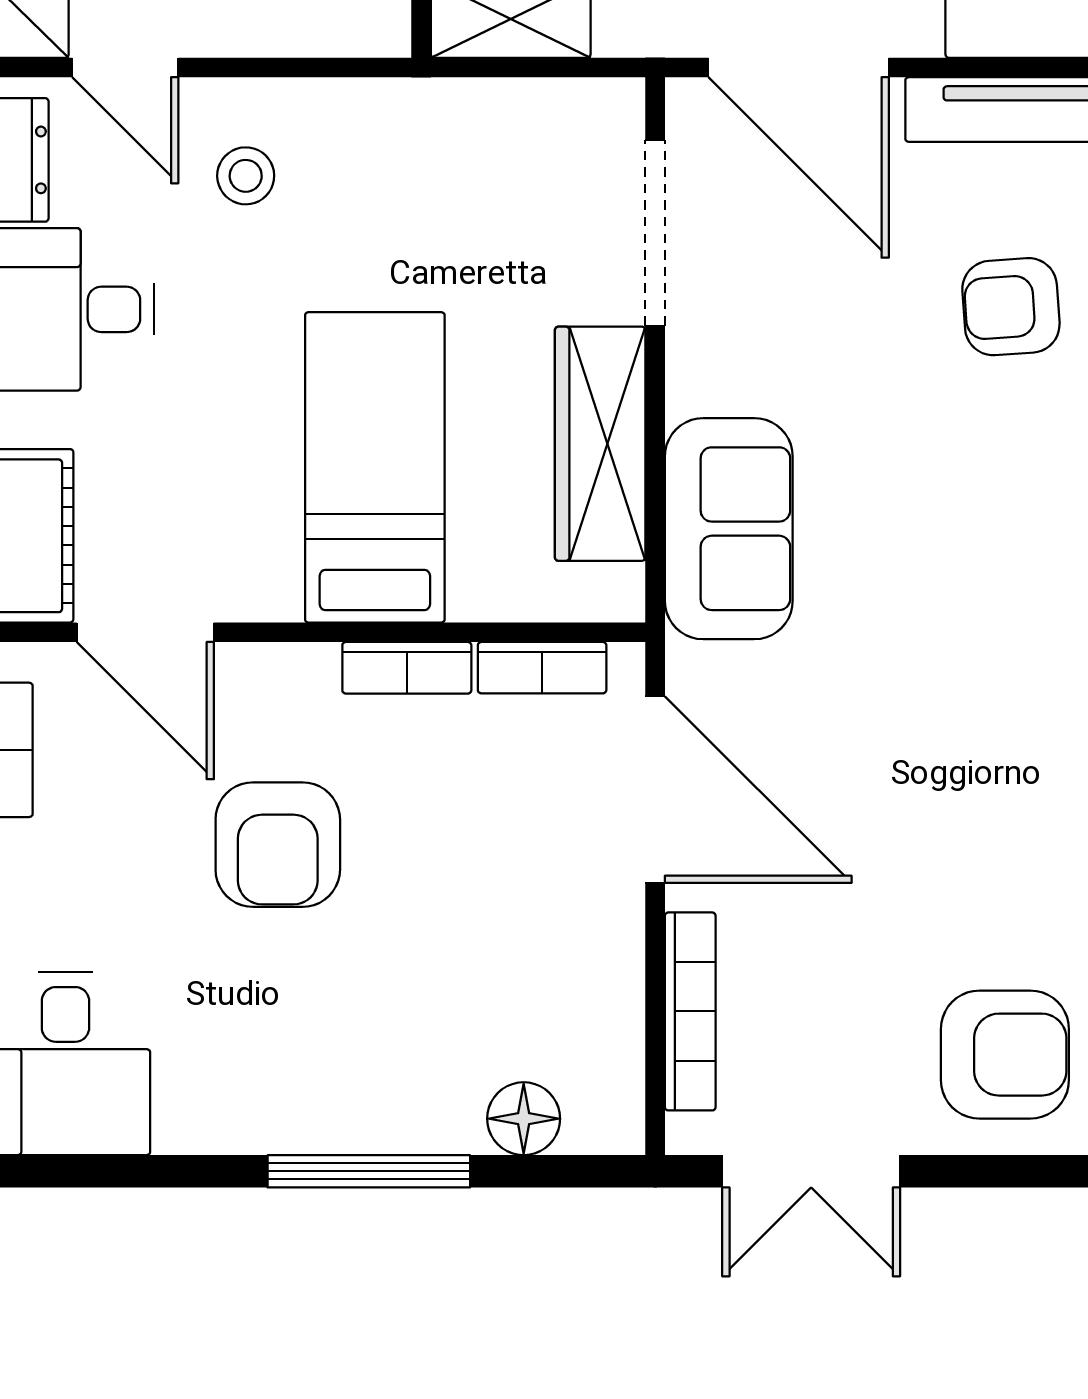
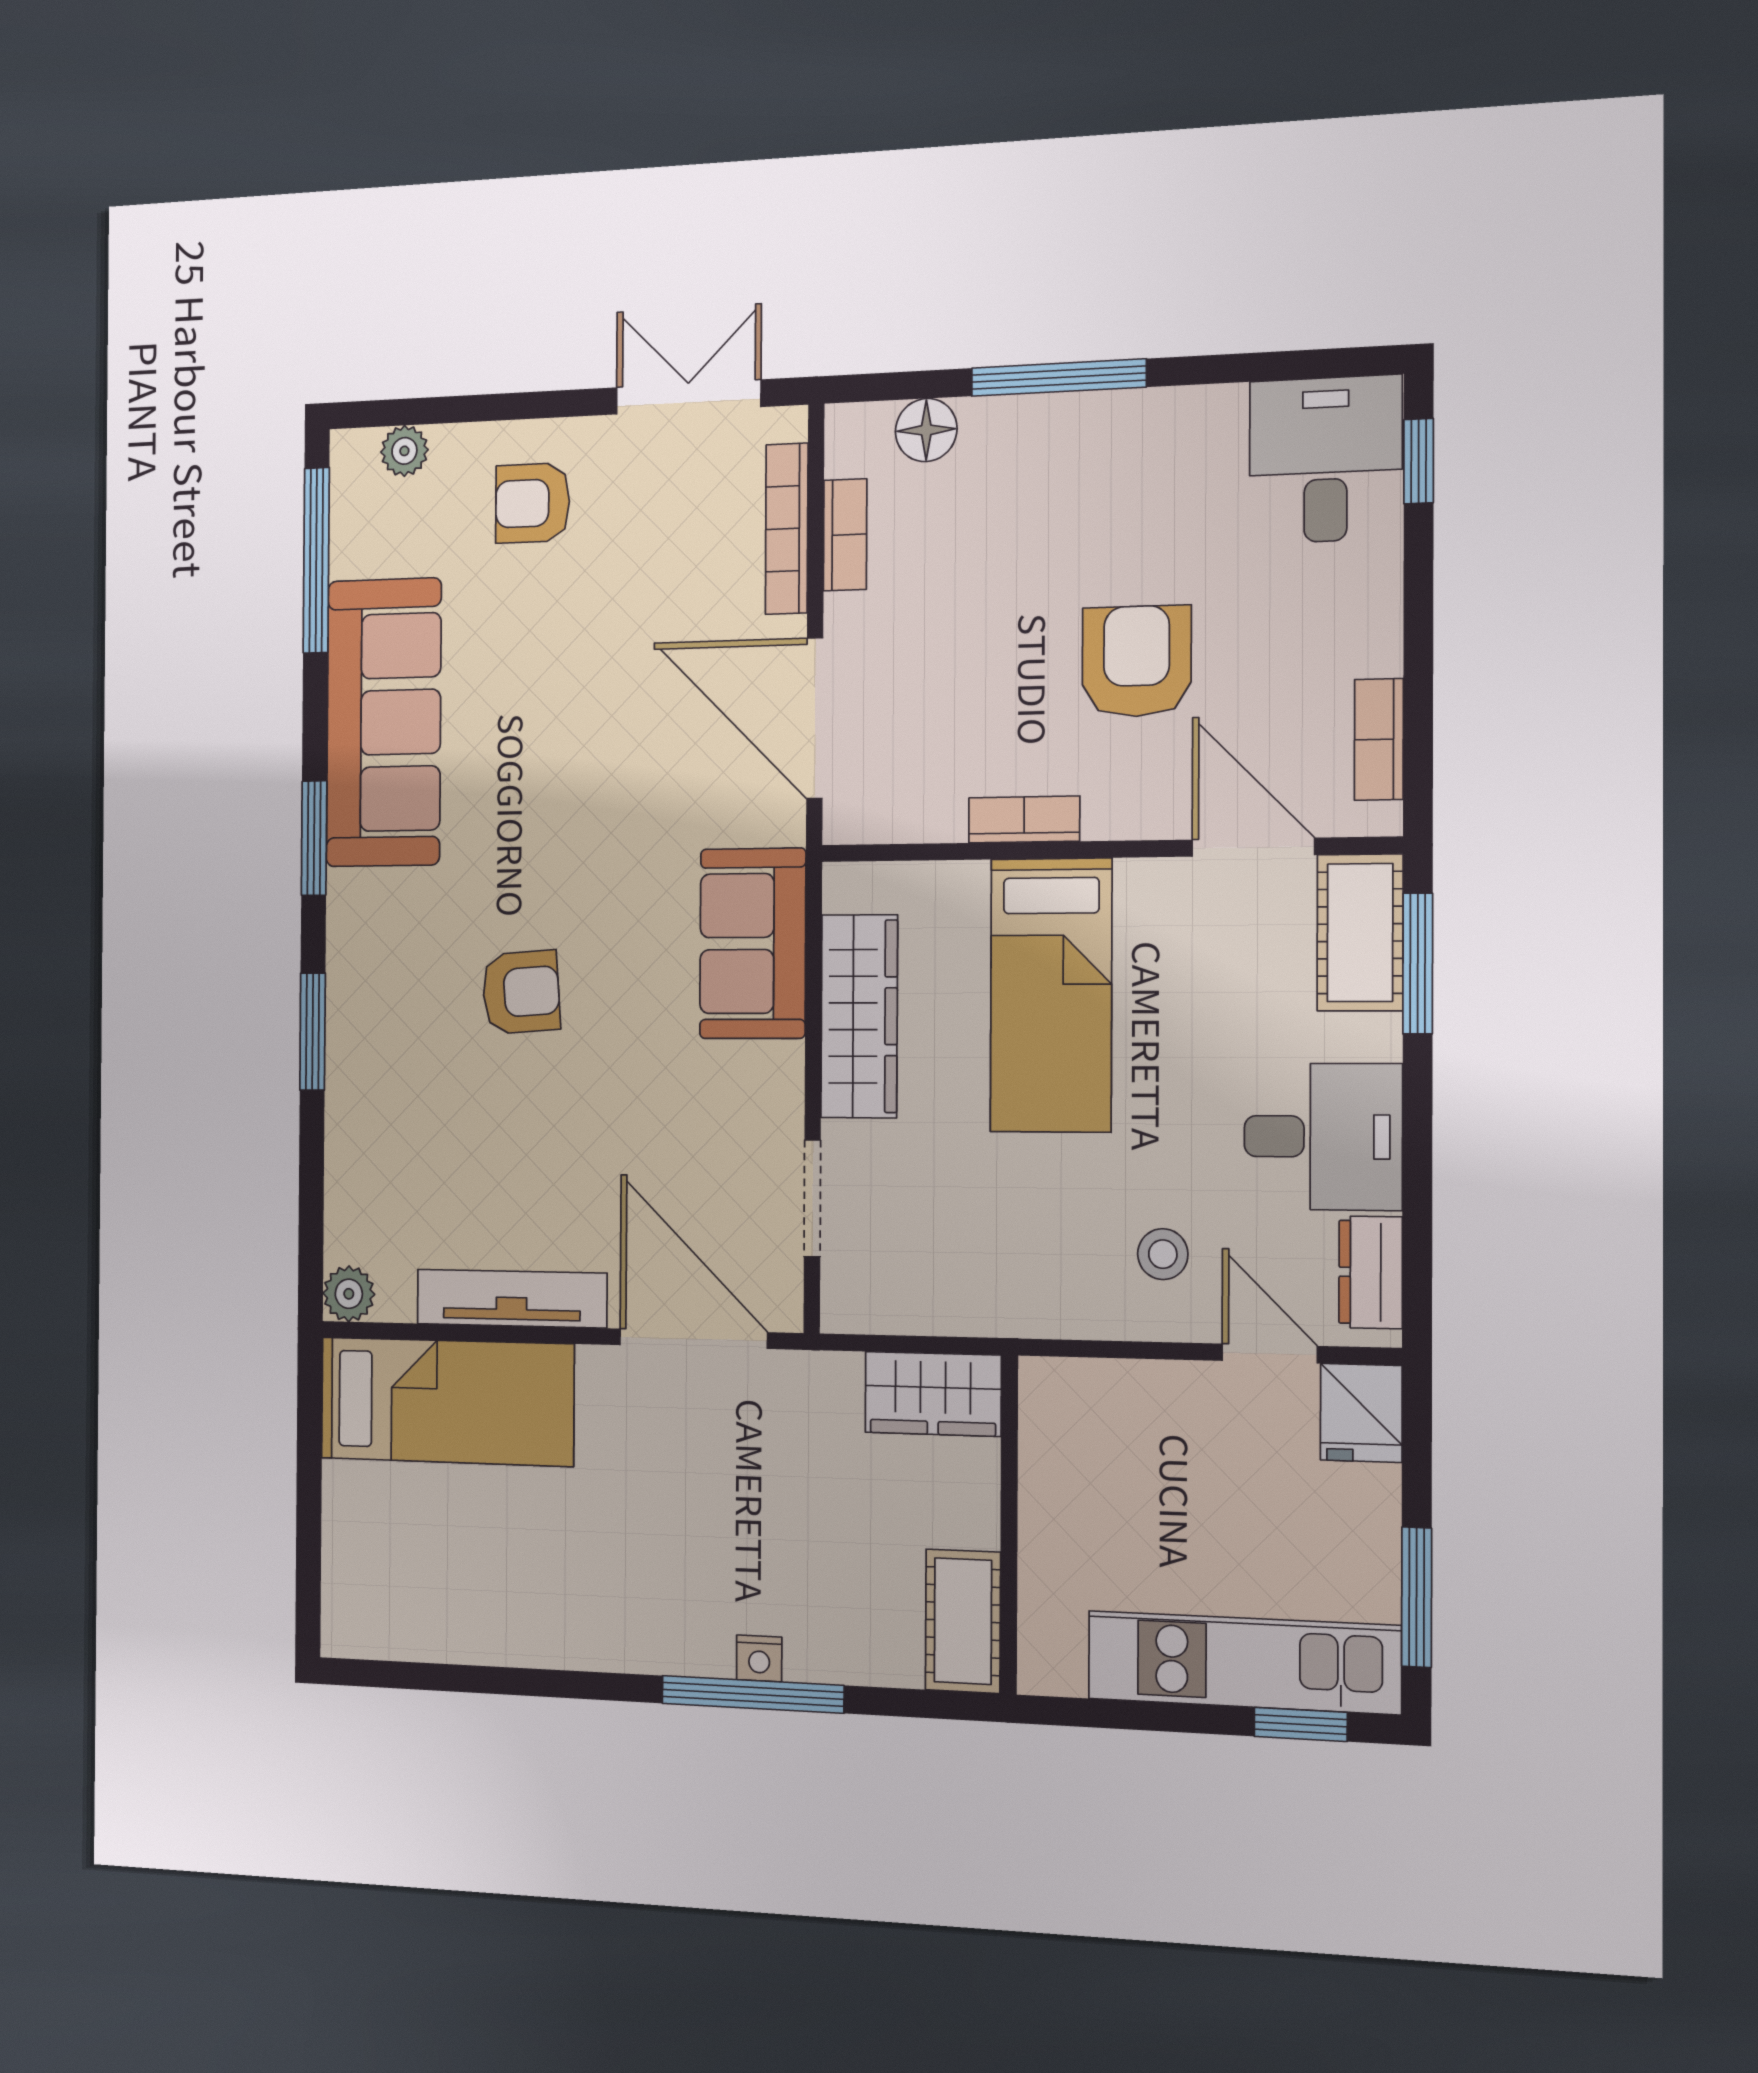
doorway: (655, 233) -> (812, 1198), width x0.73
armchair: (1011, 307) -> (521, 992), moved
bookcase: (542, 668) -> (845, 535), moved, turned 90
armchair: (1005, 1055) -> (533, 503), width x0.72, depth x0.72

